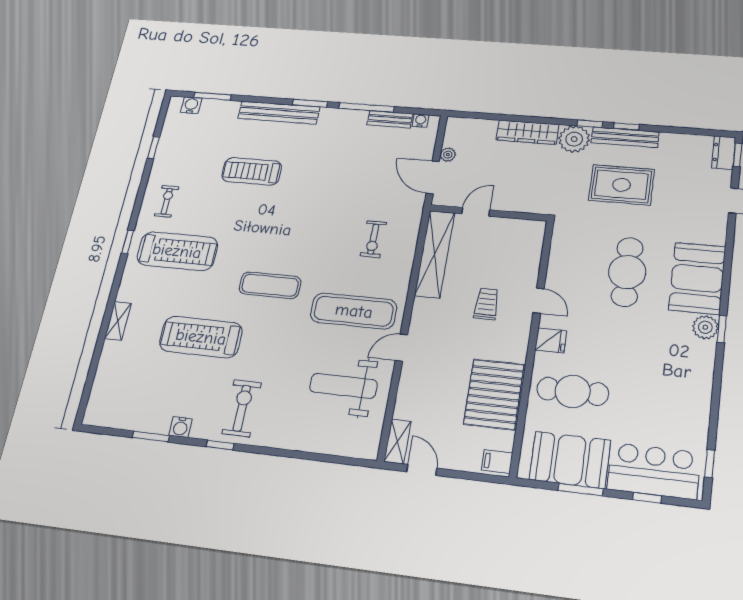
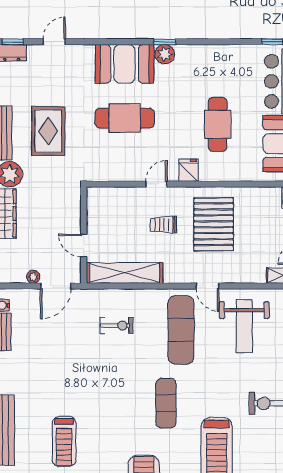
cafe table: (573, 391) -> (218, 124), moved
pallet: (494, 394) -> (214, 224), moved, turned 90

